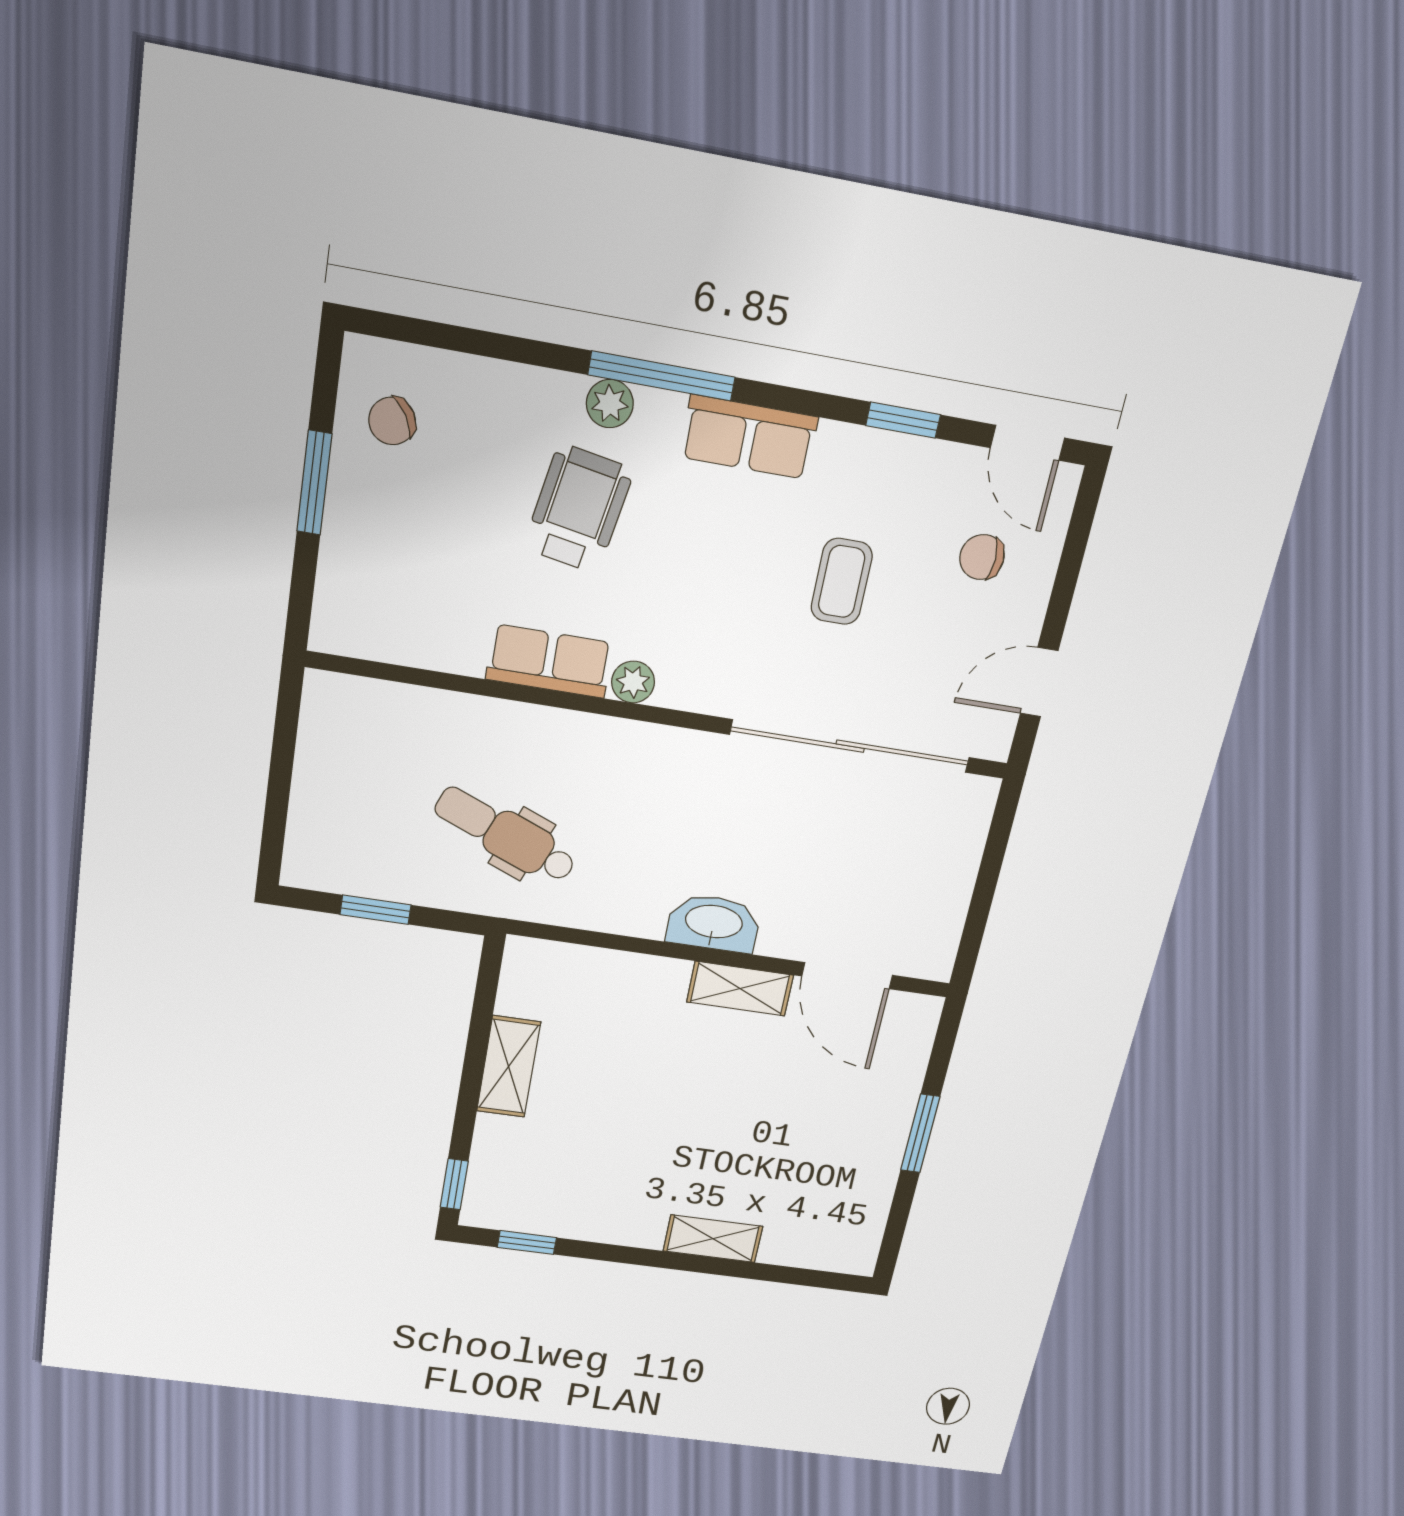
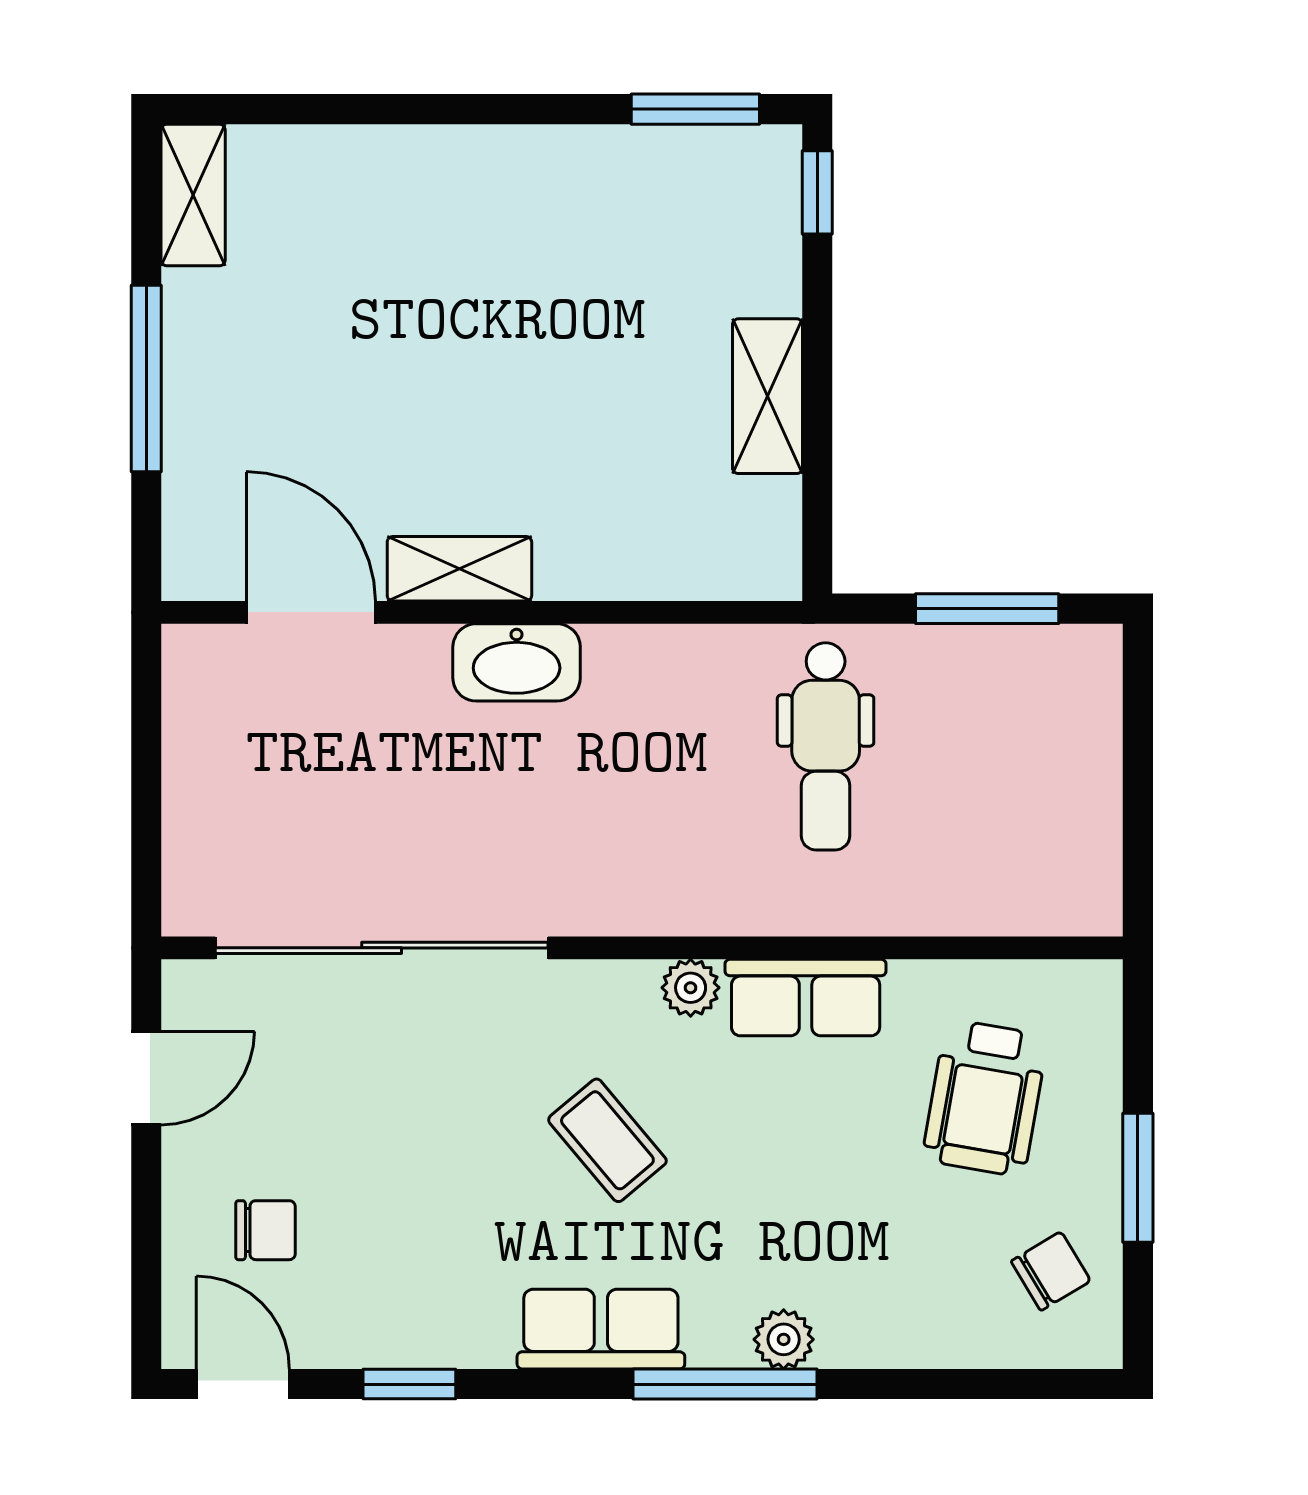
wheelchair: (578, 509) -> (985, 1098), moved
coffee table: (842, 582) -> (607, 1140), moved, turned -40
dental chair: (506, 835) -> (826, 746), turned 68
window: (376, 910) -> (987, 609), width x1.50
window: (920, 1133) -> (146, 378), width x1.44
shelving: (713, 1239) -> (193, 195), moved, turned 90
window: (527, 1242) -> (695, 109), width x1.50

